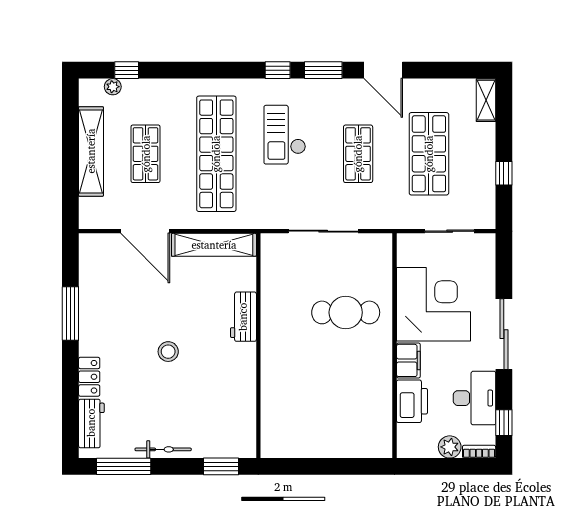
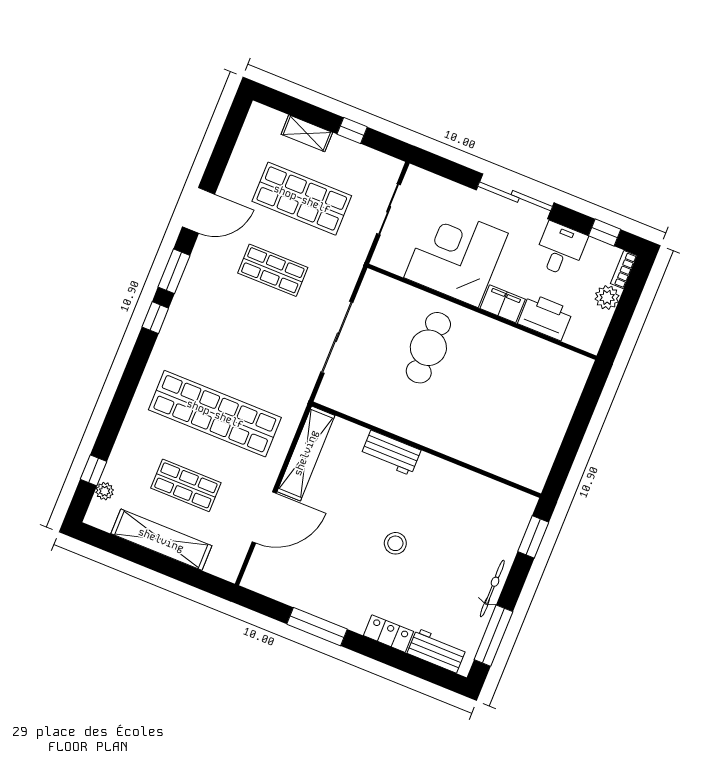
shelving: (486, 100) -> (307, 133), moved
checkout: (285, 135) -> (223, 337), removed
desk: (475, 398) -> (560, 249), width x0.73

